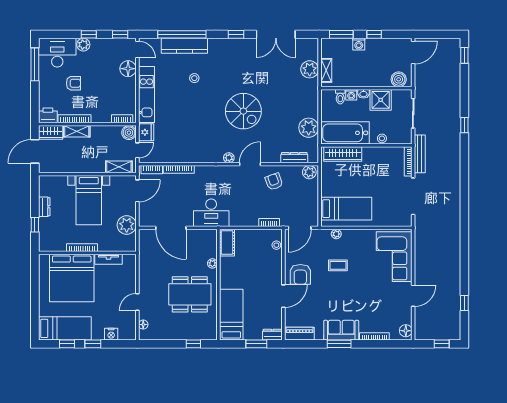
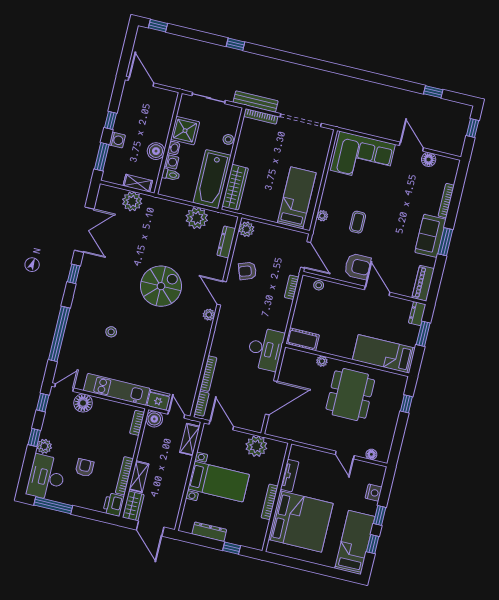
kitchen counter: (184, 46) -> (73, 334), removed
boiler: (399, 79) -> (156, 151), moved
dresser: (44, 207) -> (209, 532), width x1.44
floor lamp: (406, 331) -> (429, 160), moved

